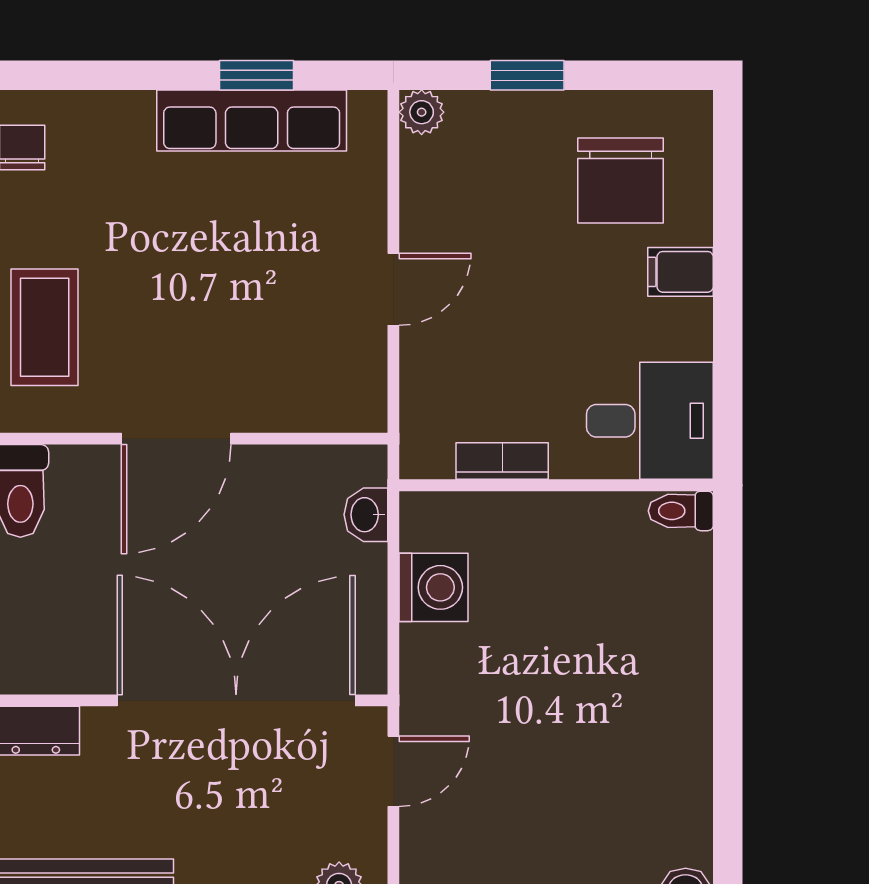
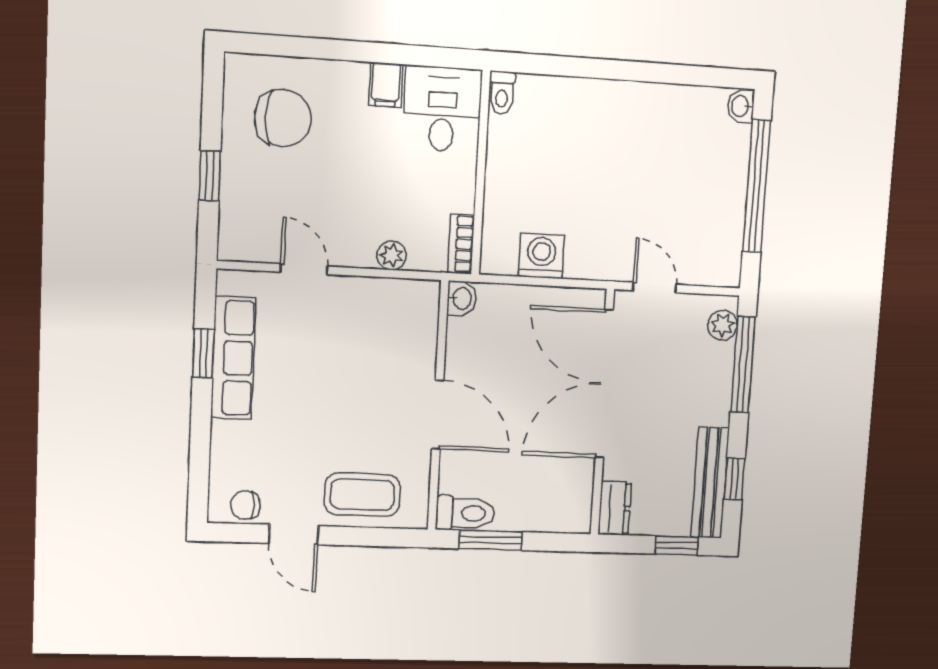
plant: (422, 112) -> (392, 255), moved
filing cabinet: (681, 272) -> (386, 85), moved
door: (393, 289) -> (304, 269), moved
bookcase: (502, 461) -> (461, 244), moved
washbasin: (366, 515) -> (462, 298), moved, turned -90

